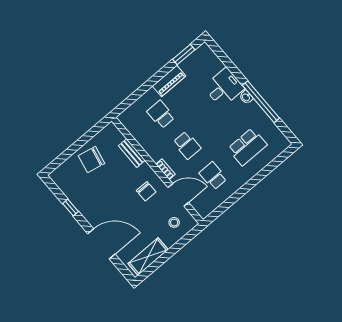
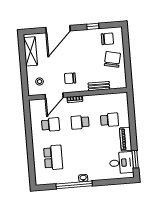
desk: (224, 88) -> (121, 163), moved, turned -90
school desk: (247, 147) -> (53, 157), turned 180
chair: (73, 181) -> (107, 39), added

